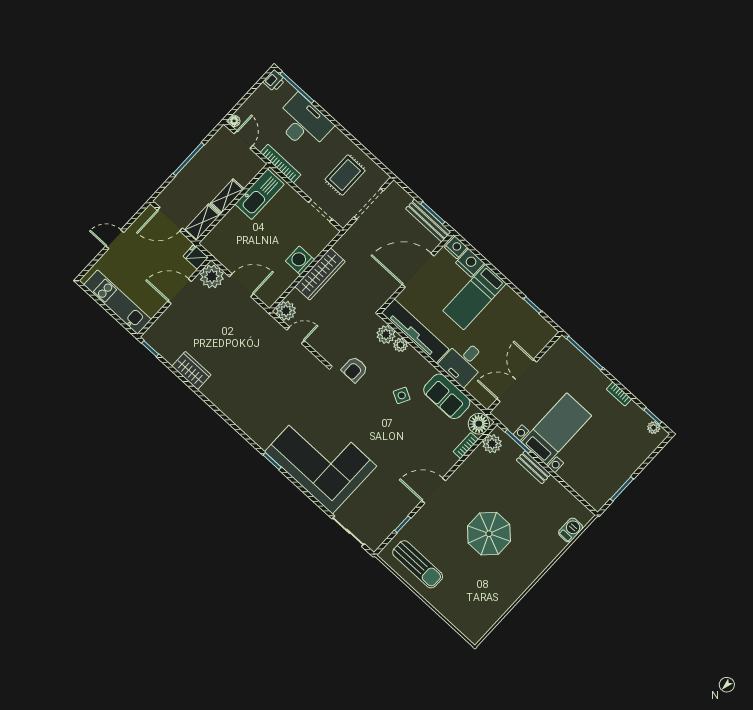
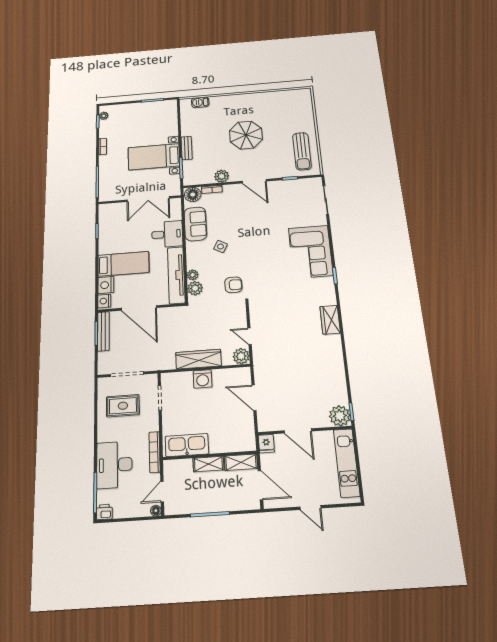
plant: (212, 276) -> (340, 416), moved
wardrobe: (191, 370) -> (330, 320), moved
plant: (492, 444) -> (222, 176), moved
corner sofa: (321, 459) -> (311, 252), width x0.73, depth x0.74
sun lounger: (418, 564) -> (302, 151), turned 180

